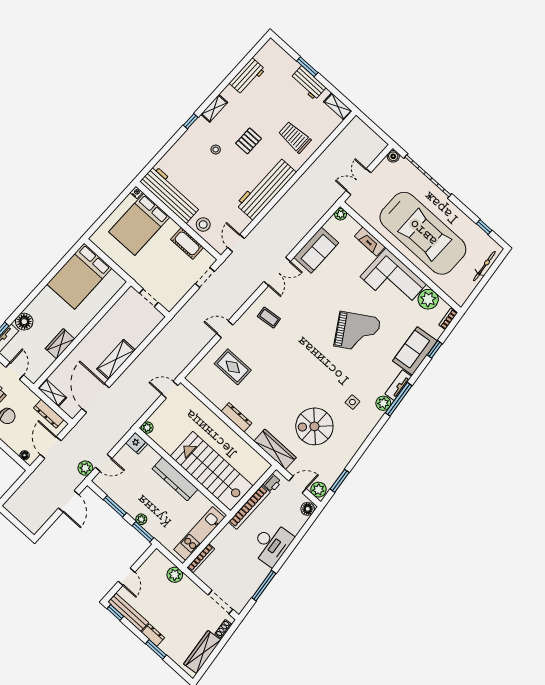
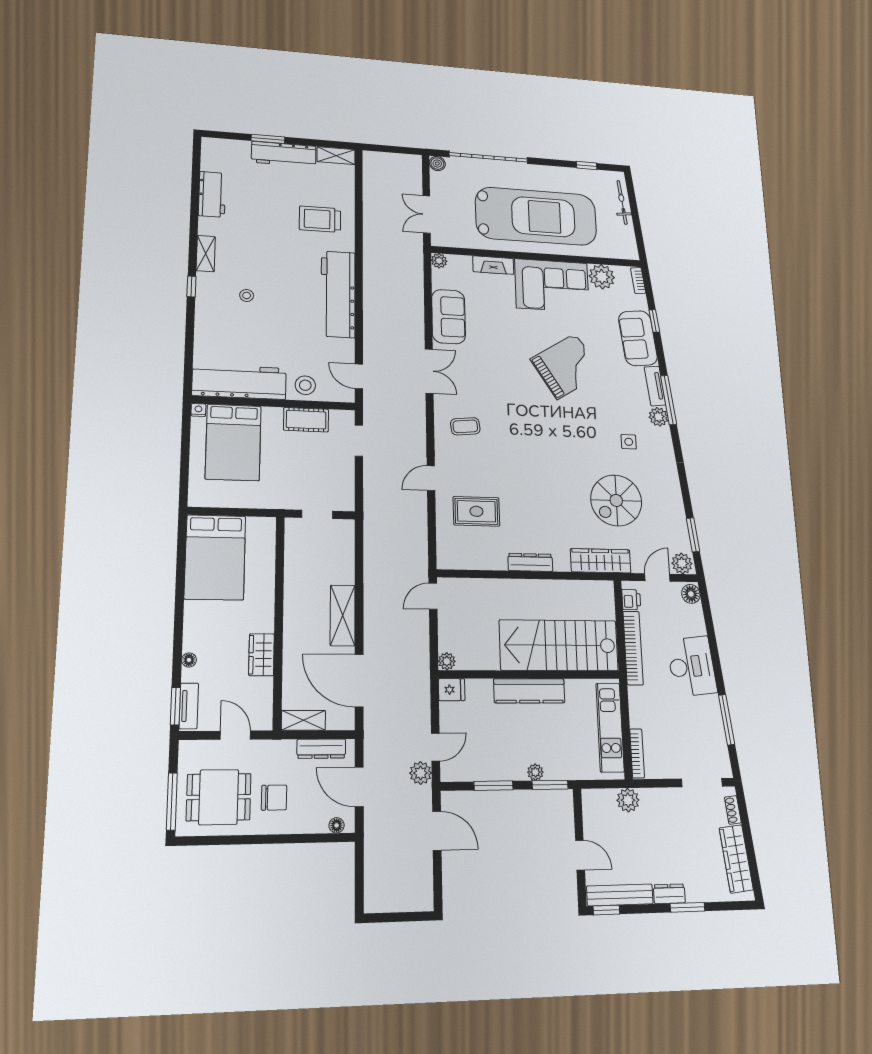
workbench: (308, 83) -> (284, 154), width x1.37
pallet: (249, 141) -> (274, 259), removed
floor lamp: (24, 322) -> (189, 660), width x0.53, depth x0.53

